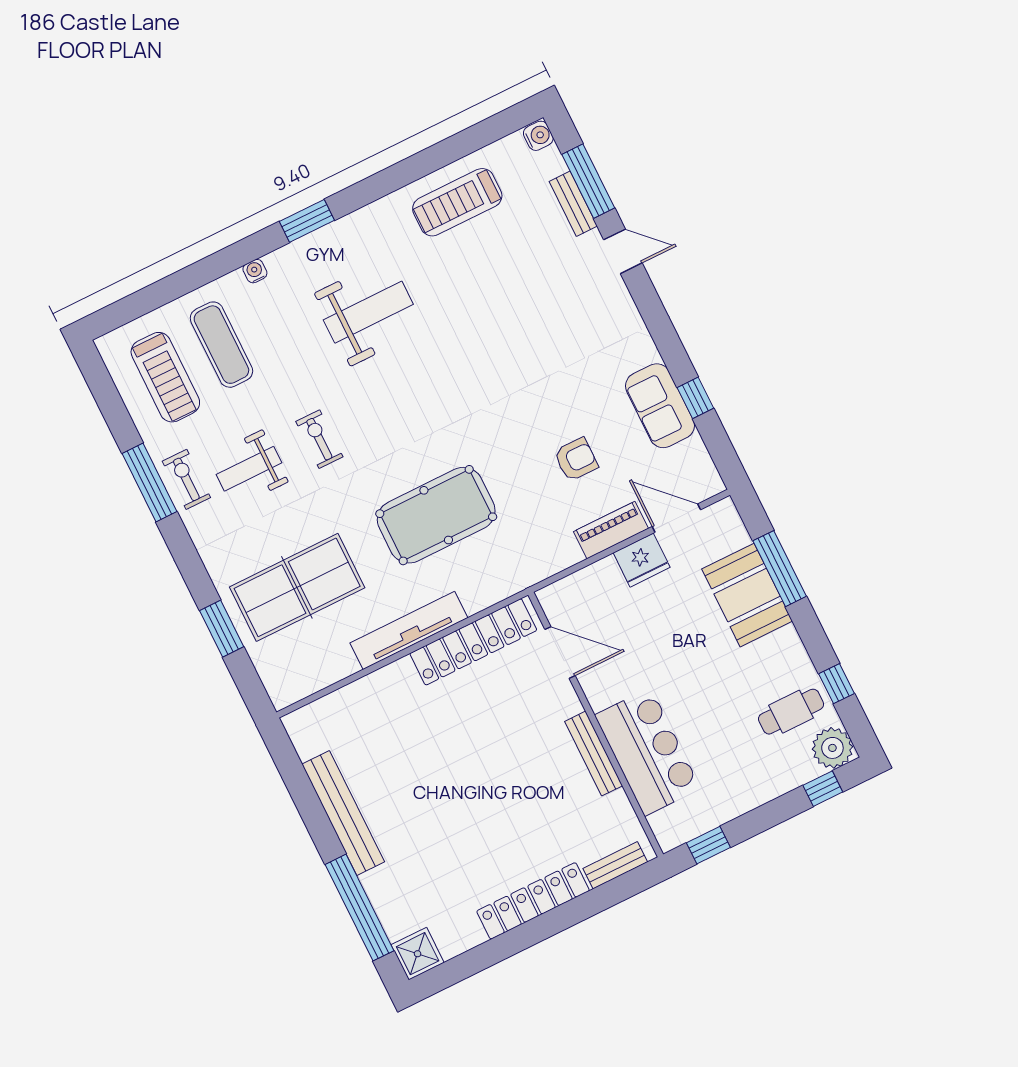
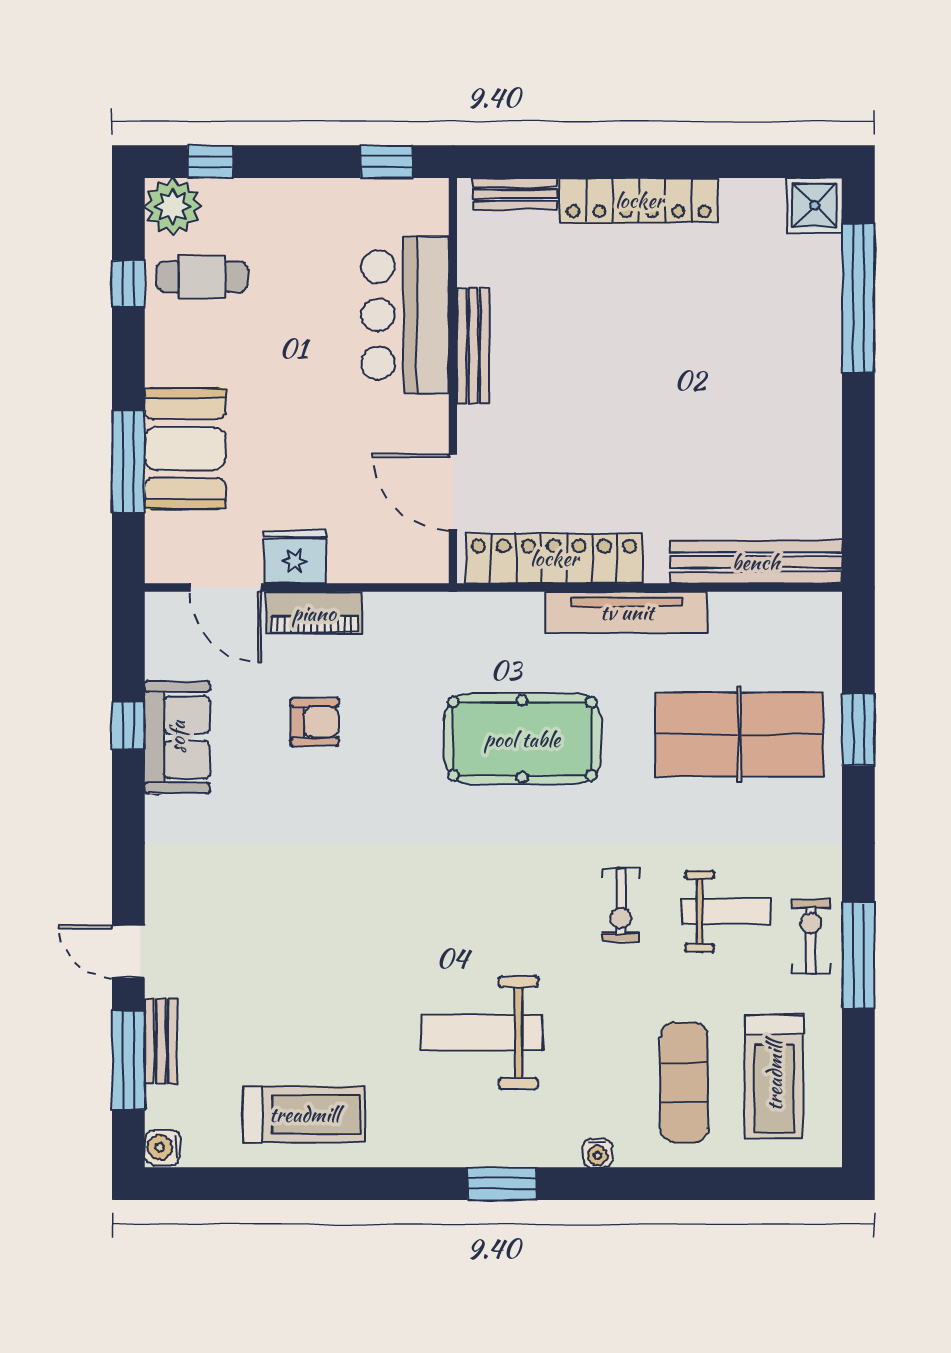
treadmill: (165, 377) -> (774, 1076), turned 180
armchair: (576, 459) -> (315, 722), turned 180
exercise bike: (186, 479) -> (811, 937), turned 180
bench: (343, 813) -> (756, 562), moved, turned 90

